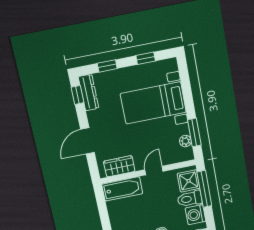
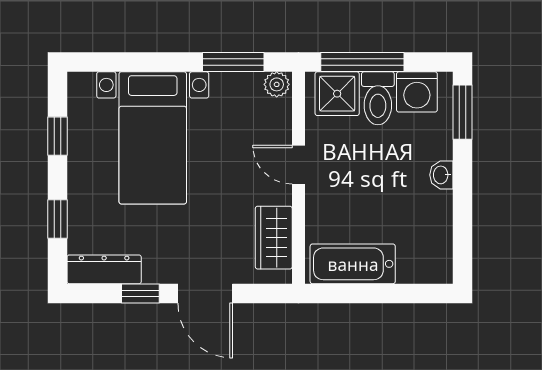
window: (77, 95) -> (140, 293), moved
plant: (185, 141) -> (277, 84), moved
bathtub: (122, 189) -> (353, 264), moved, turned -90

